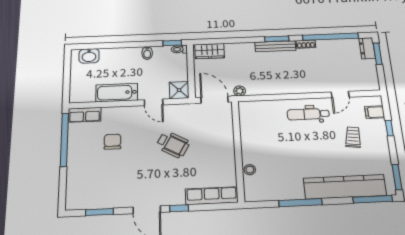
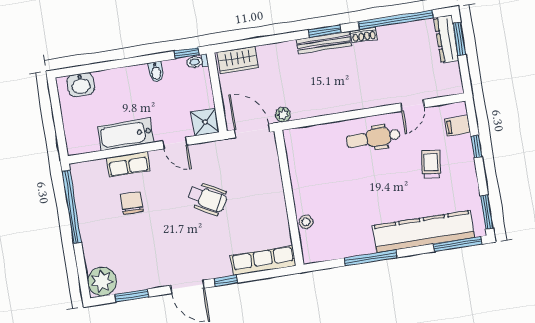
dresser: (367, 48) -> (446, 39), width x1.44
row of seats: (85, 115) -> (128, 164), moved
plant: (77, 198) -> (102, 281), added

